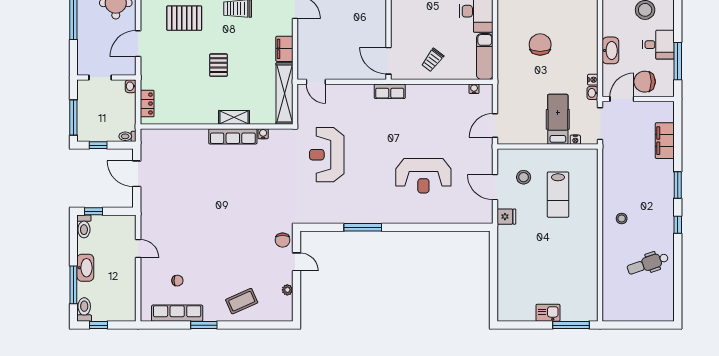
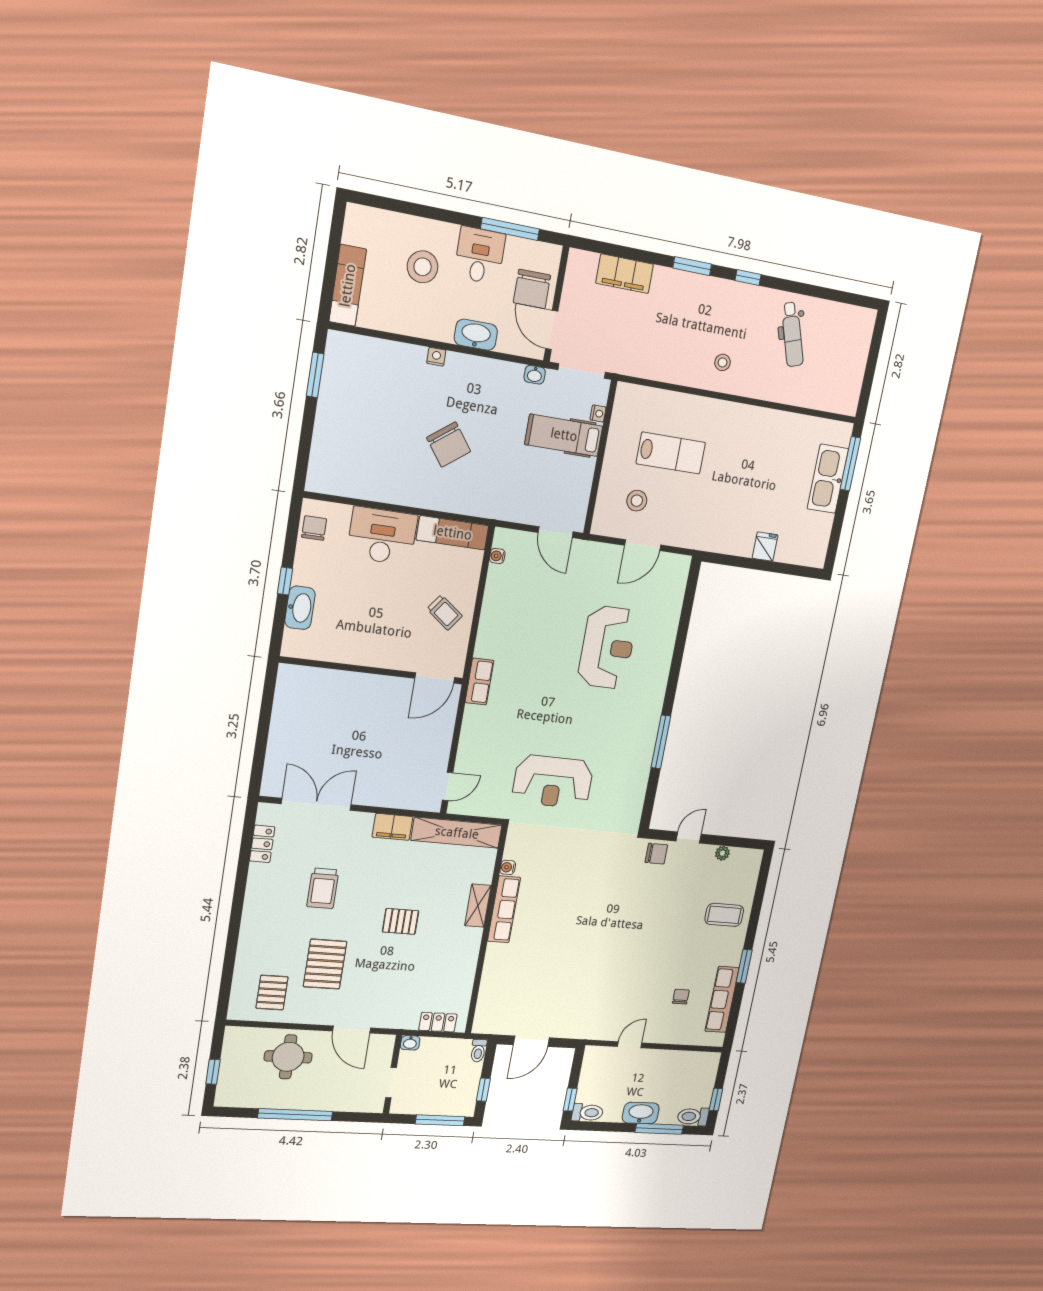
chair: (540, 45) -> (449, 444), turned -127
nightstand: (593, 80) -> (436, 357), moved
fridge: (506, 217) -> (765, 547), moved
coffee table: (242, 301) -> (724, 915), turned -66
kitchen sink: (548, 313) -> (828, 479), width x1.87, depth x1.24

